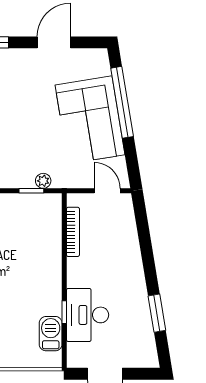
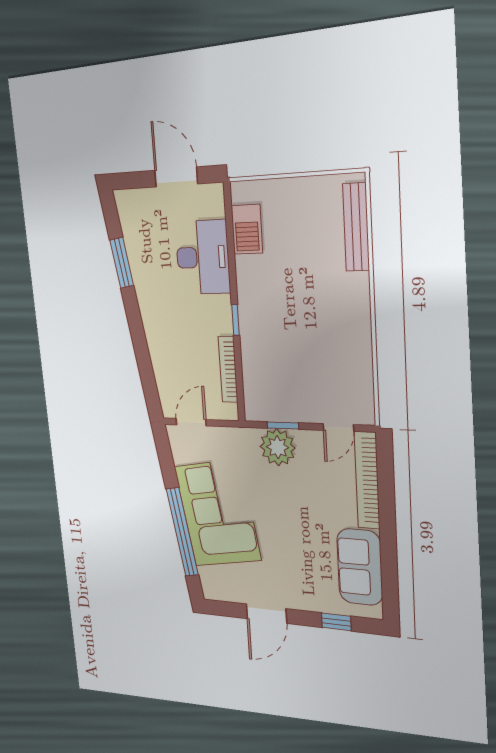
plant: (43, 181) -> (278, 447), width x1.87, depth x1.87
door: (107, 191) -> (191, 422), swing flipped
window: (64, 312) -> (235, 320), moved

